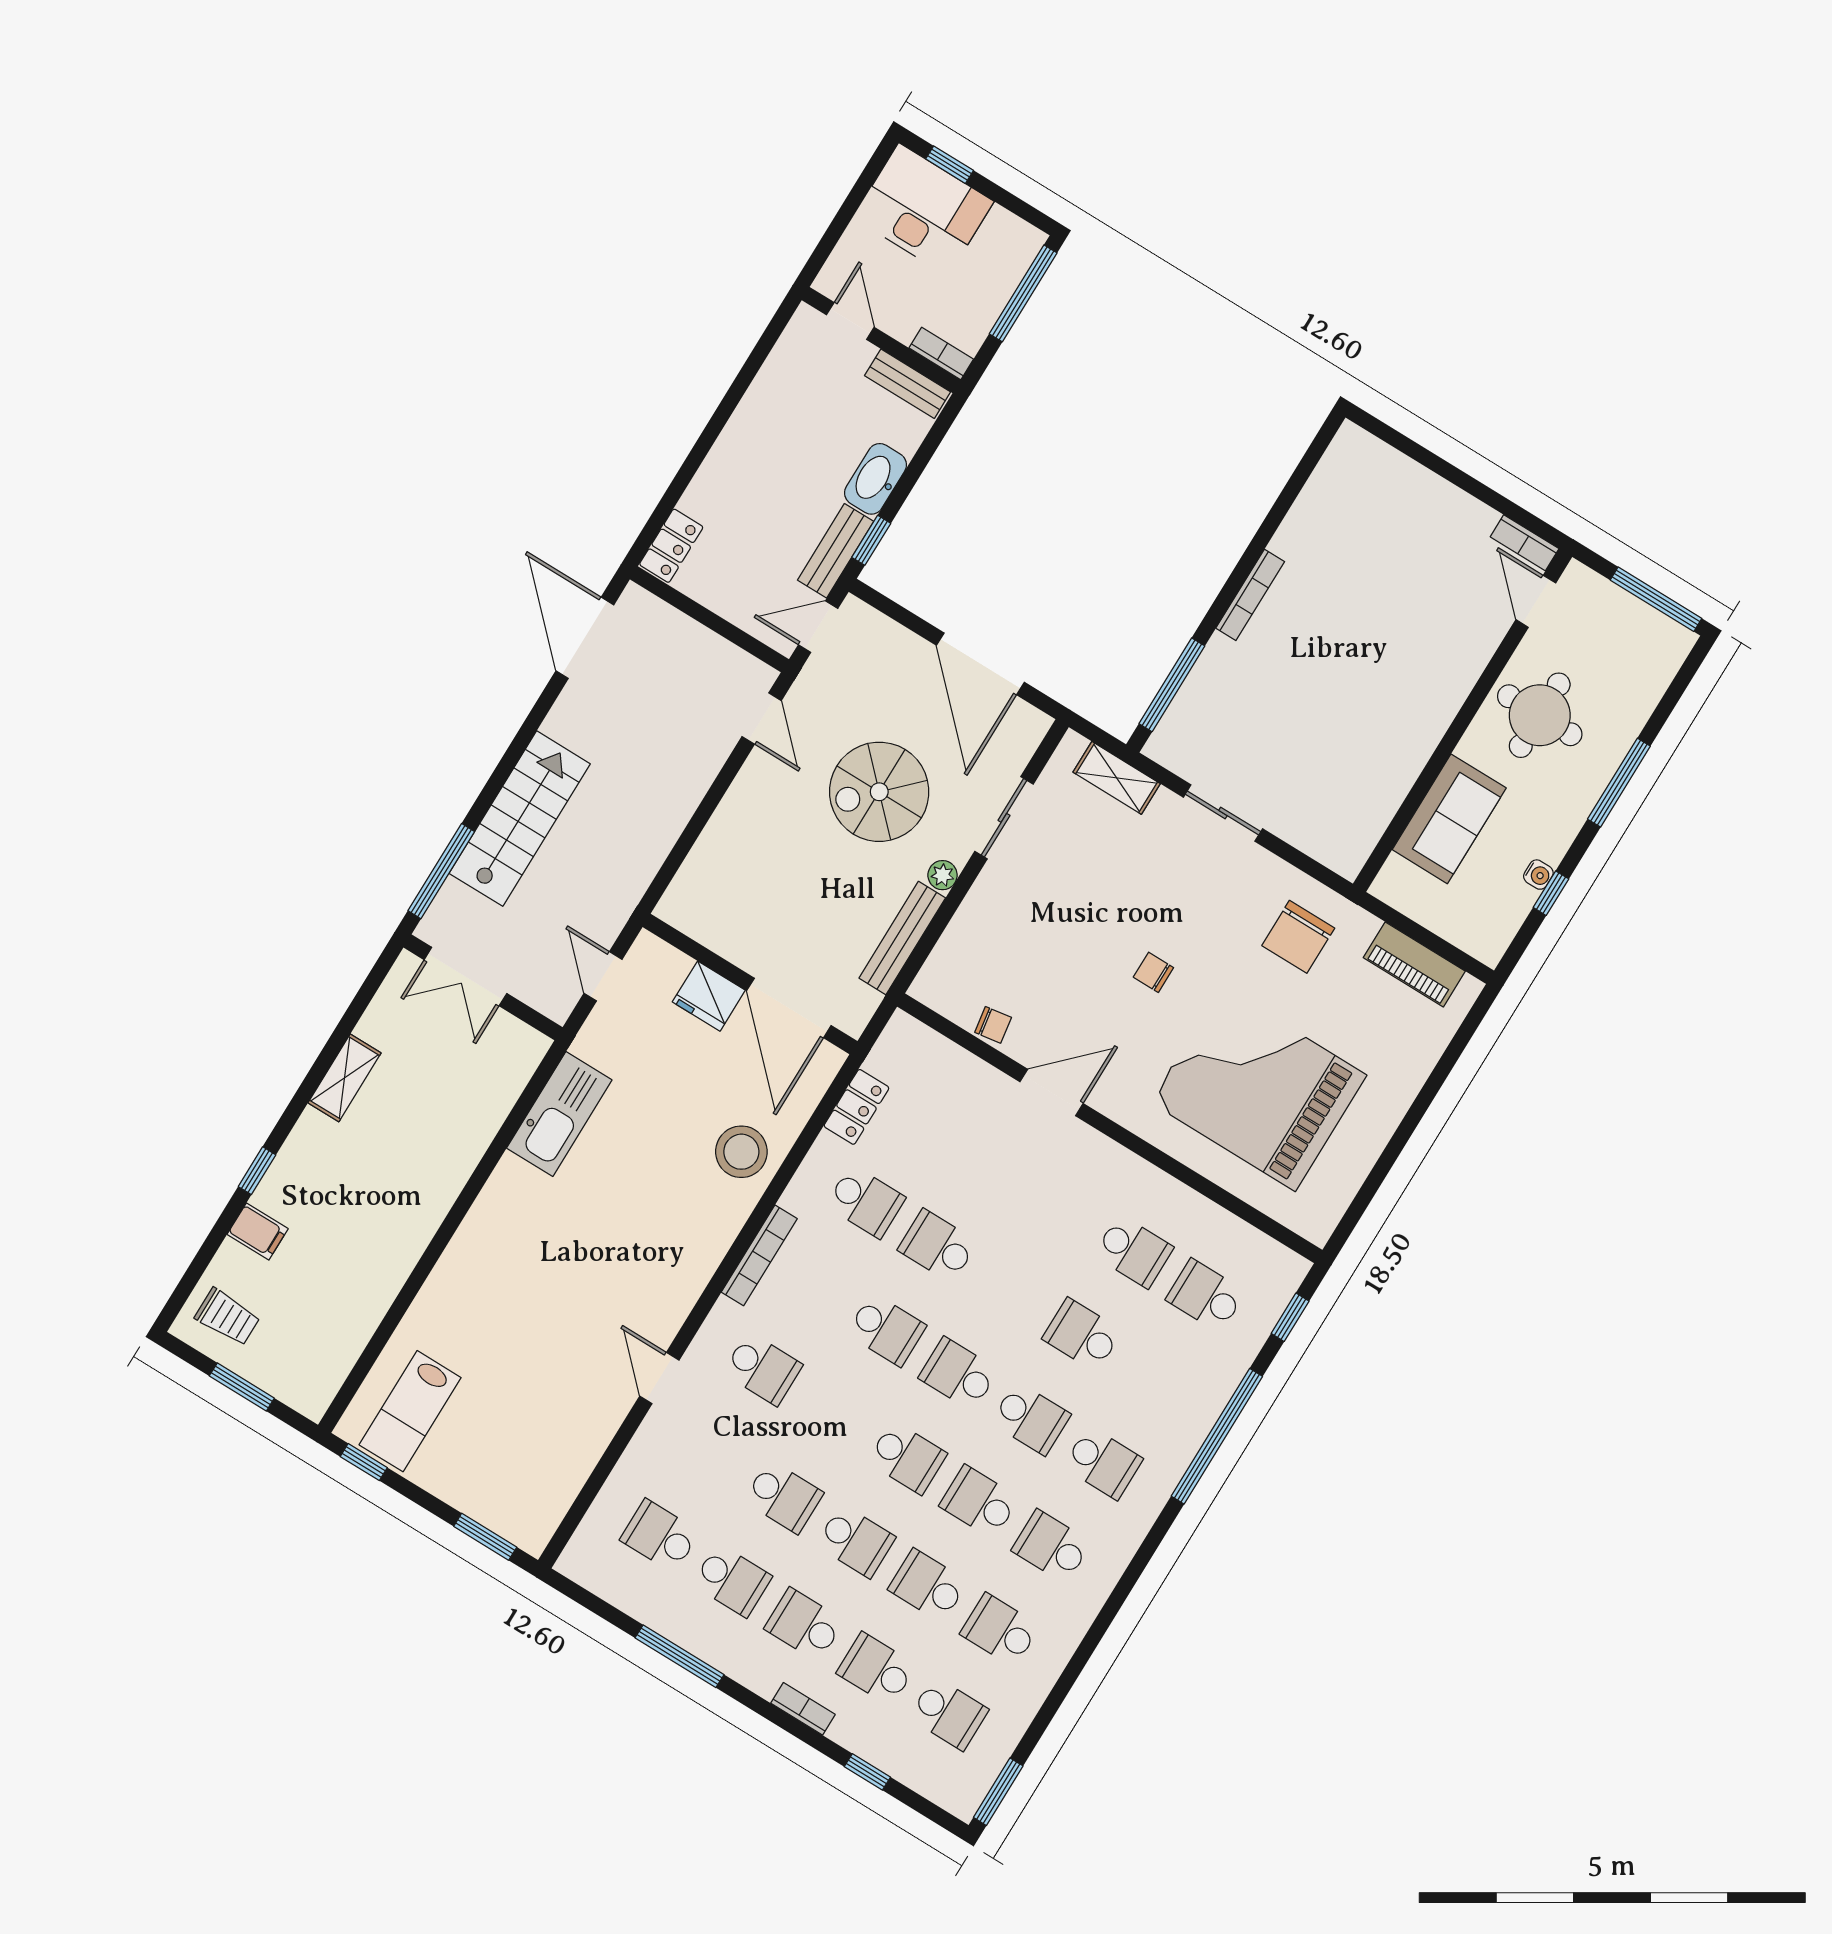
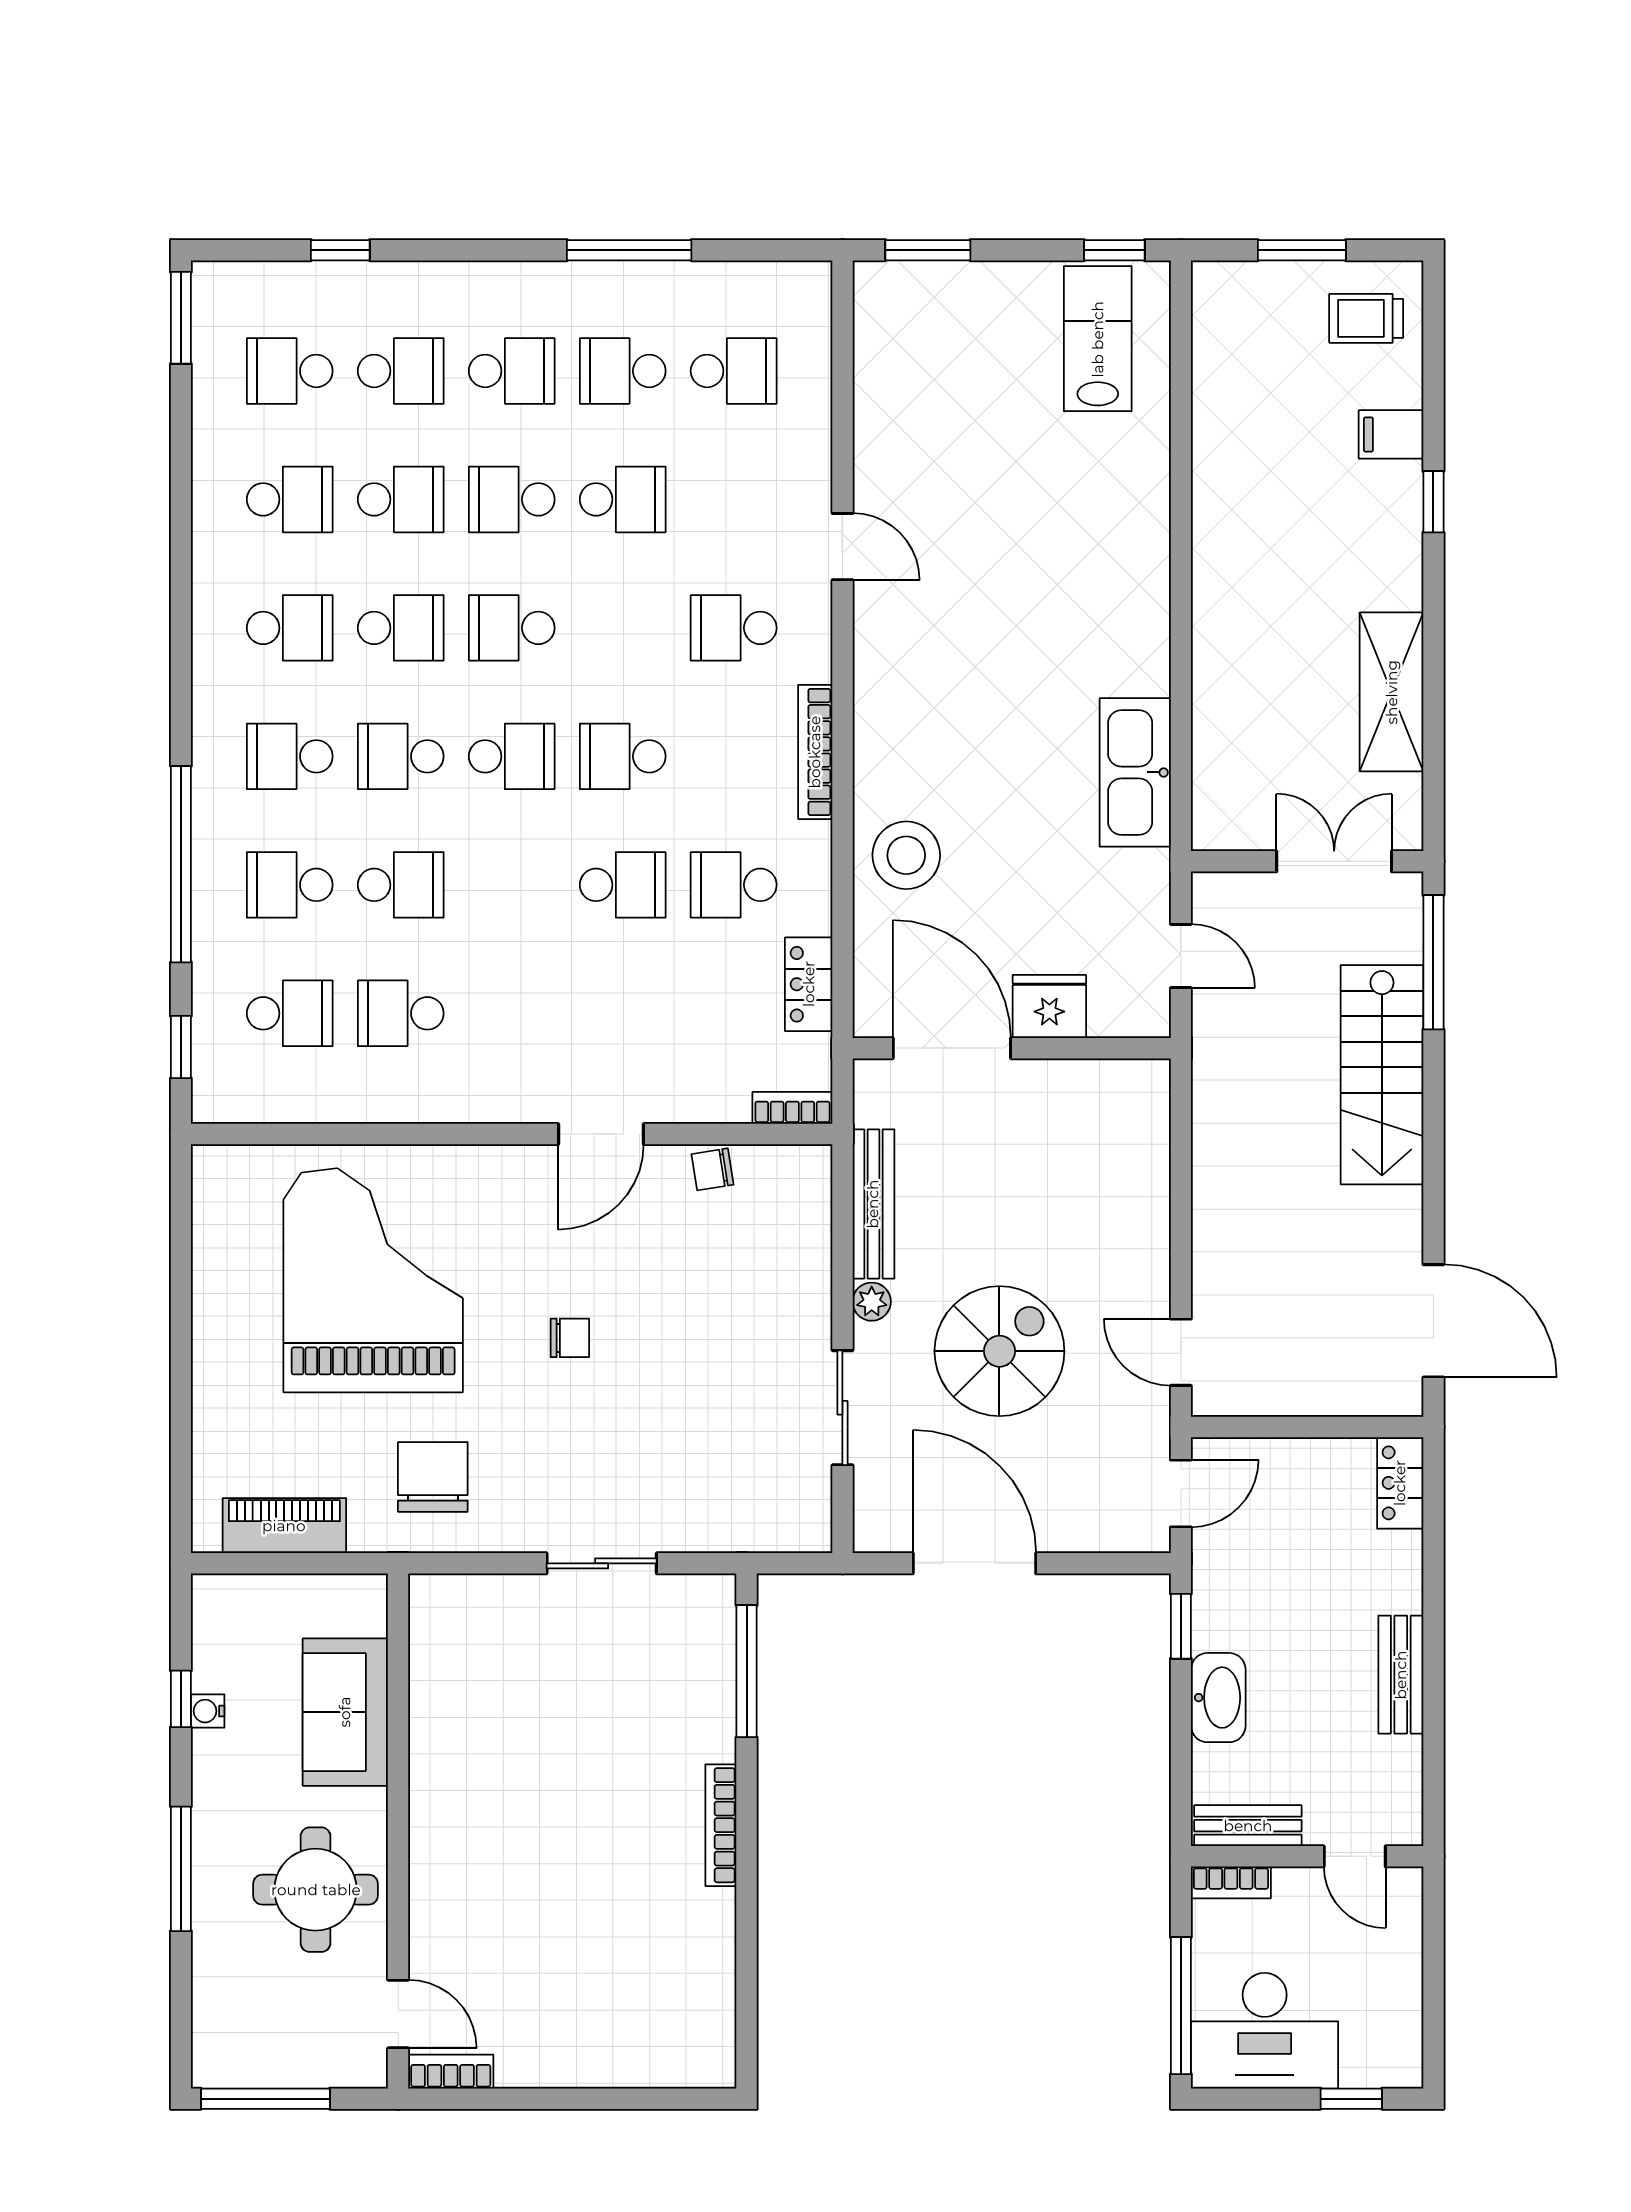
desk: (923, 210) -> (1265, 2031), moved
bench: (836, 551) -> (1401, 1675), moved
shelving: (1117, 778) -> (744, 1530), removed
shelving: (345, 1078) -> (1392, 692), width x1.50, depth x1.33
grand piano: (1258, 1089) -> (373, 1280), turned -90
school desk: (1154, 1379) -> (290, 885), added
school desk: (783, 1497) -> (623, 499), turned 180
bookcase: (803, 1709) -> (792, 1108), moved, turned 180

